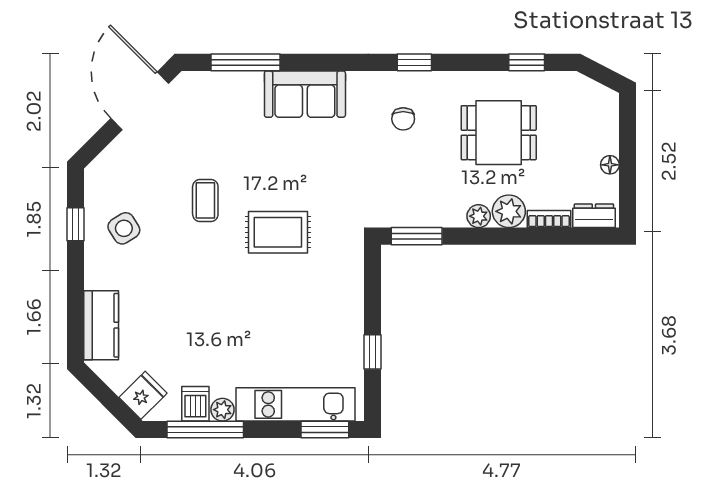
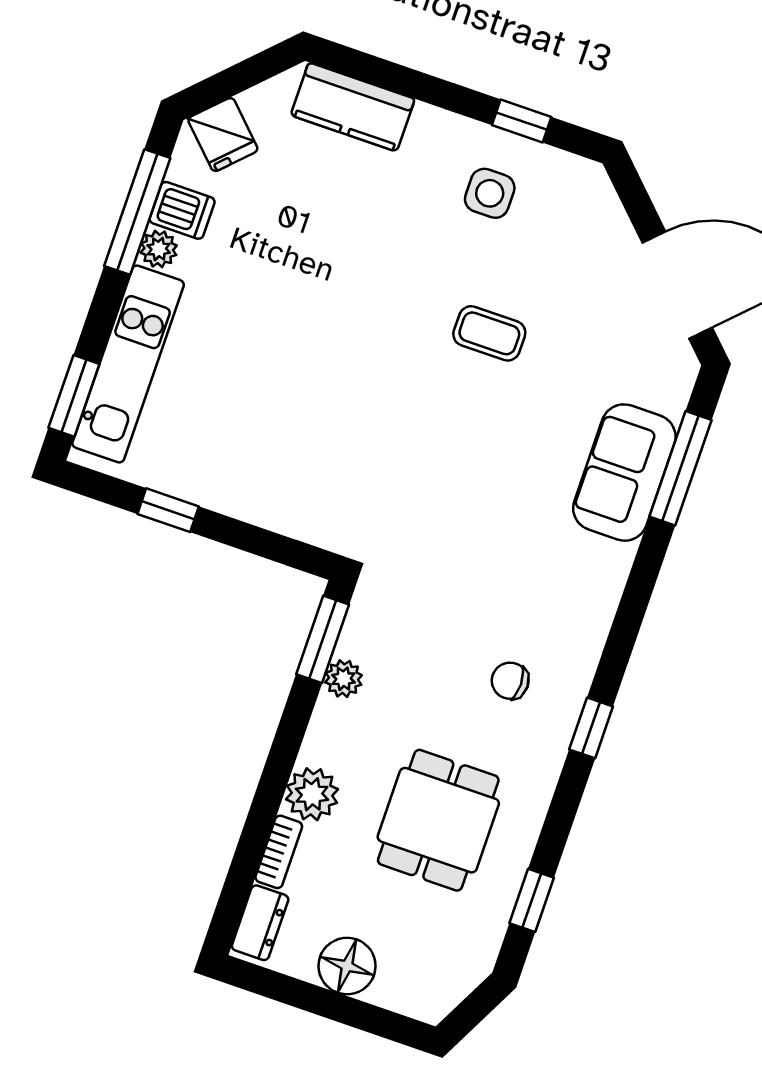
sofa: (305, 94) -> (624, 473), moved
floor lamp: (610, 165) -> (347, 966), width x1.89, depth x1.89
plant: (479, 216) -> (343, 679), moved
side table: (124, 228) -> (490, 193), turned 32
rug: (278, 232) -> (402, 428), removed

